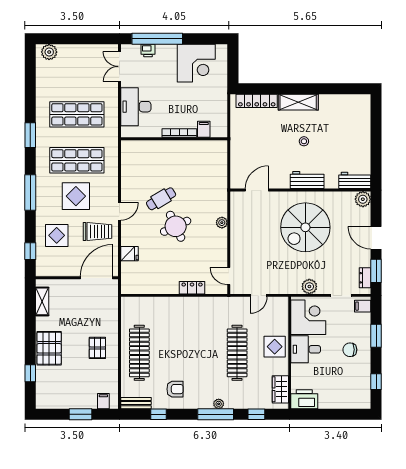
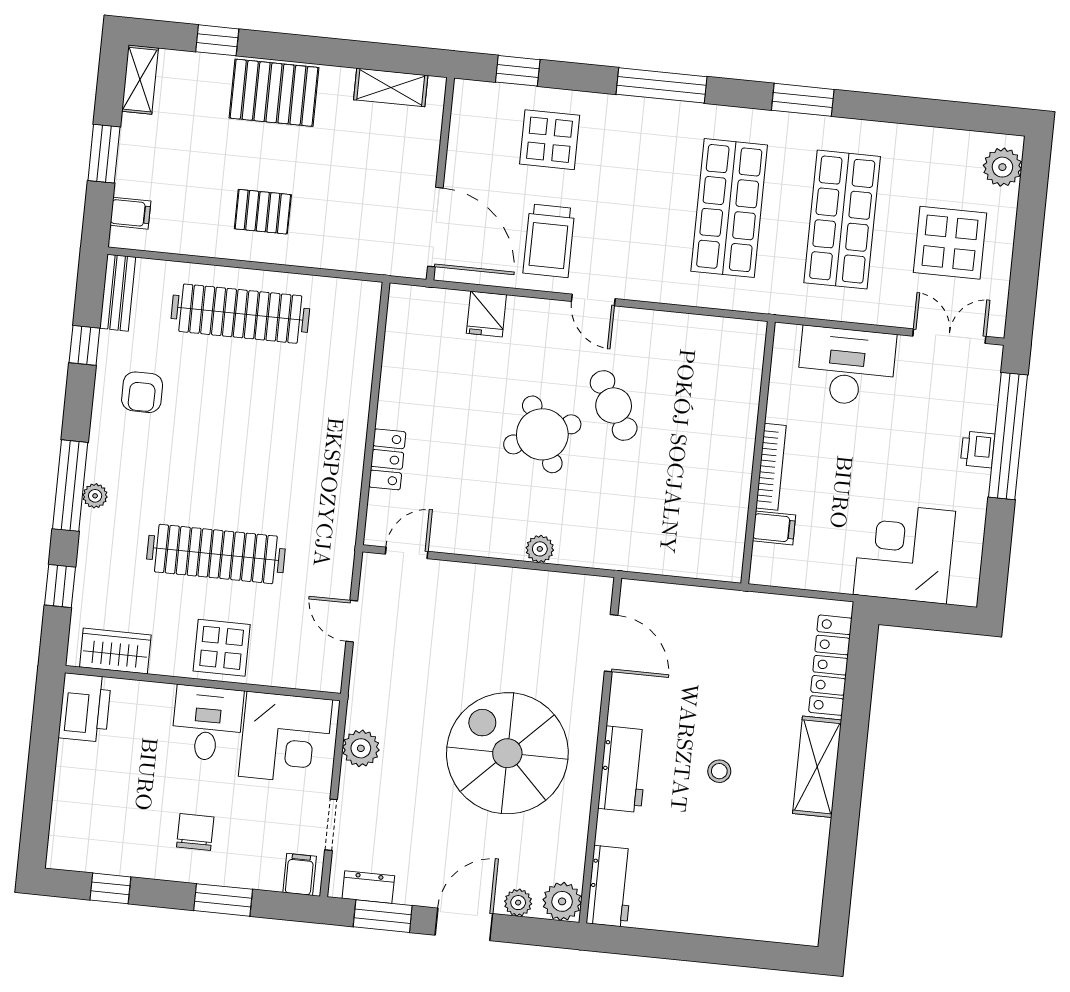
printer: (148, 50) -> (978, 449), moved
corner desk: (196, 63) -> (904, 553), moved, turned 90
display table: (76, 196) -> (950, 243), moved
plant: (365, 217) -> (518, 903), added
shelving: (49, 403) -> (140, 80), added

